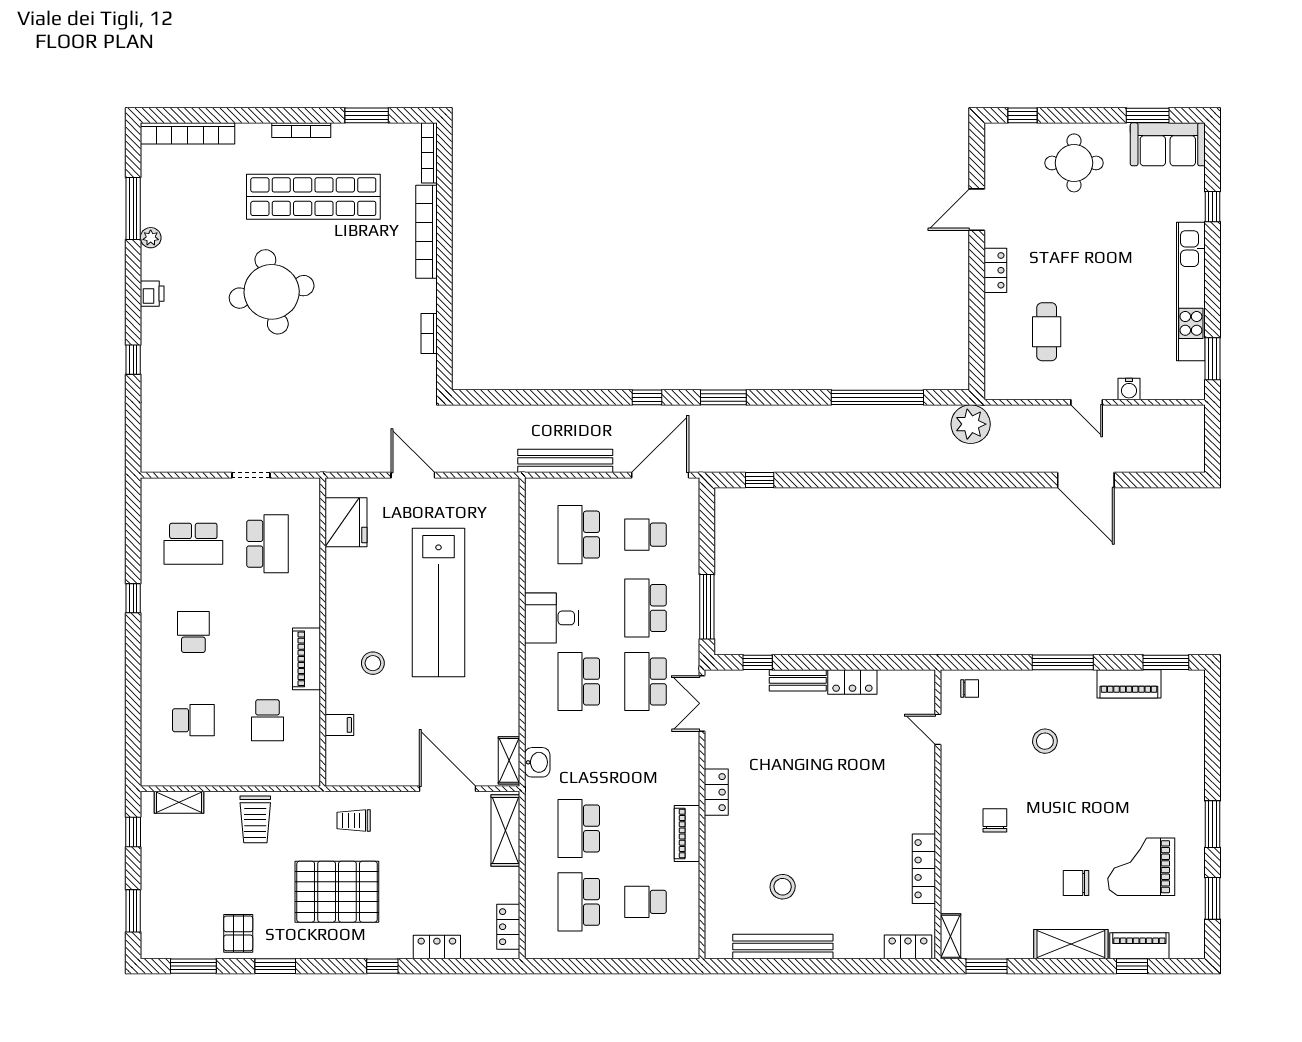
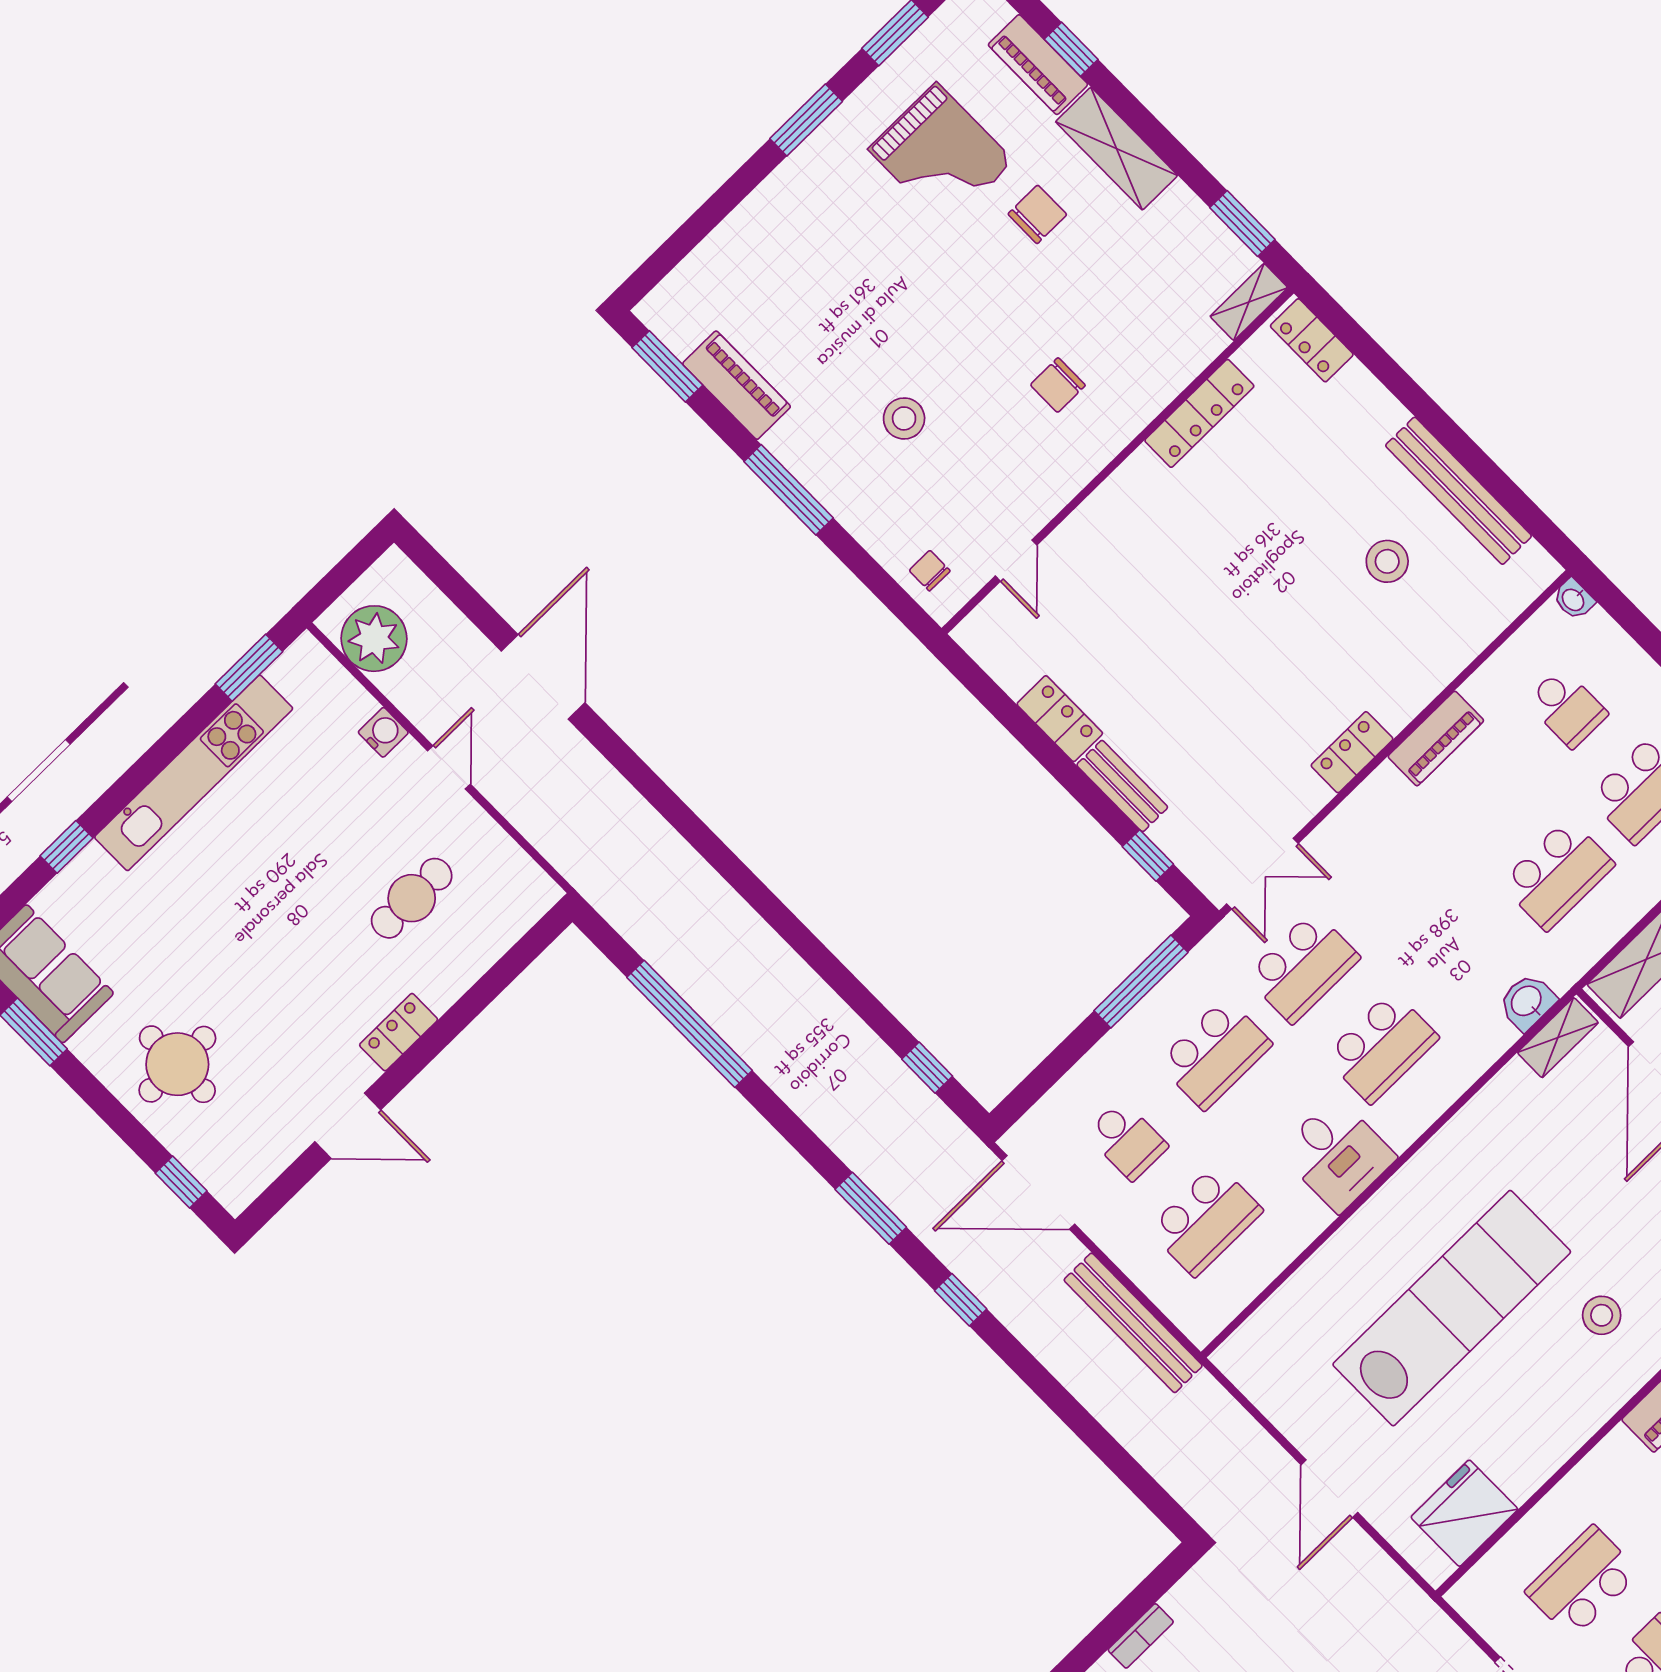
plant: (971, 424) -> (374, 639), moved
chair: (1076, 883) -> (1037, 214), turned -90
washbasin: (689, 950) -> (1574, 599), added

